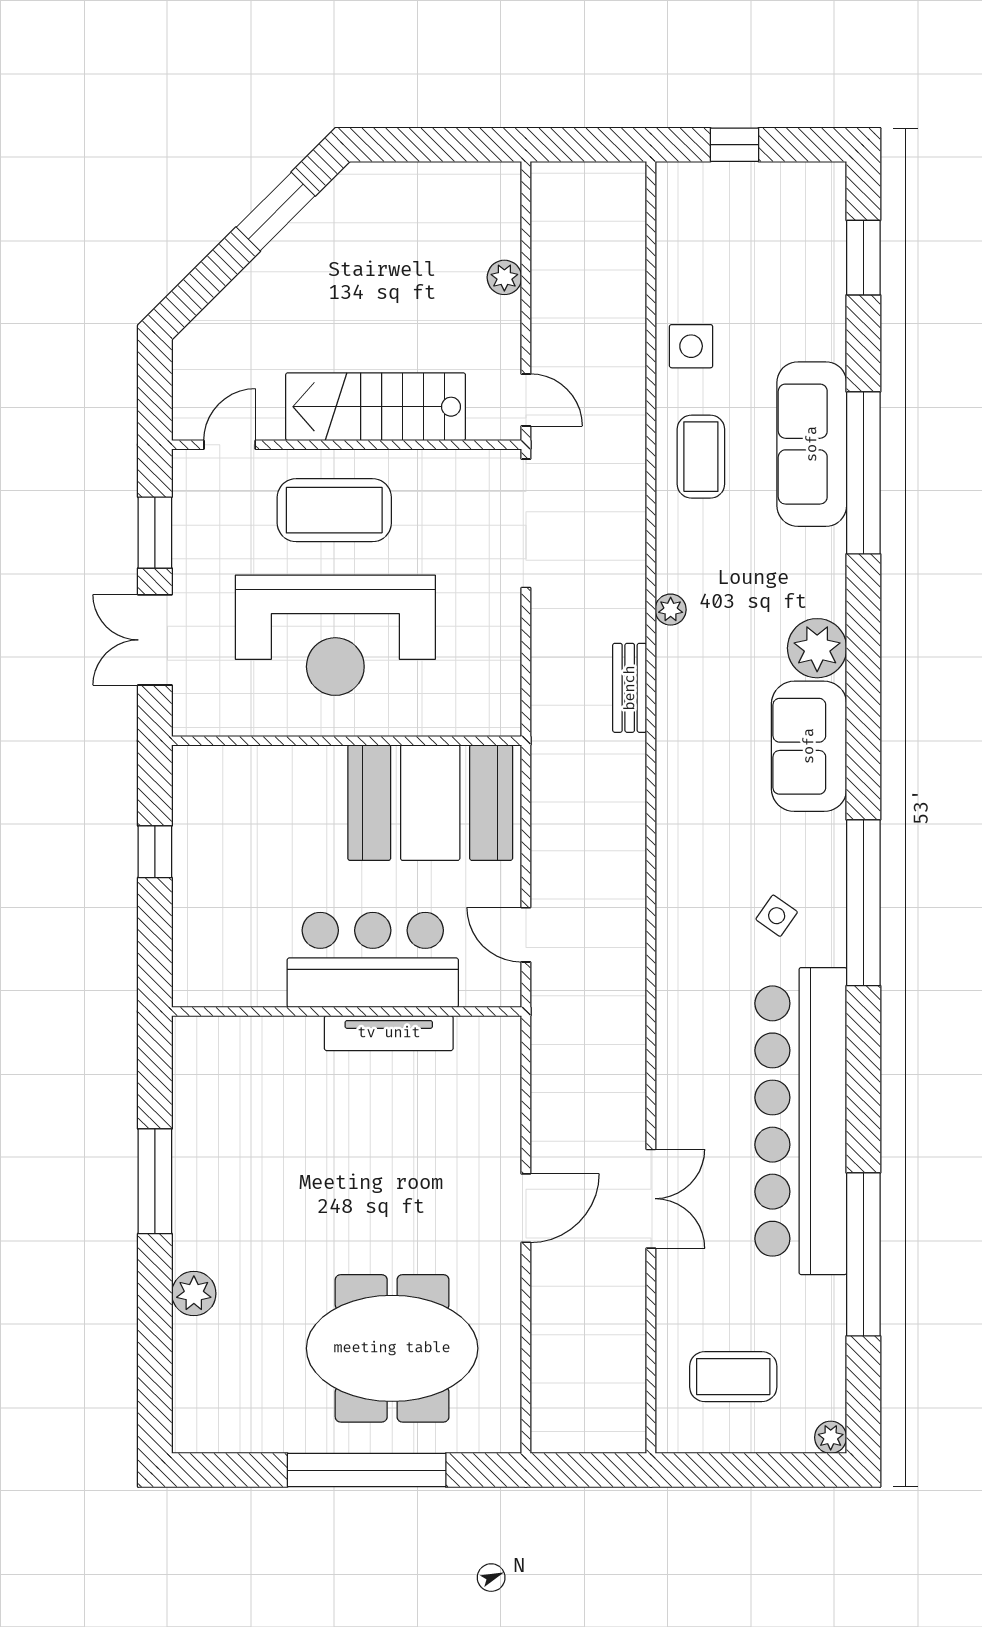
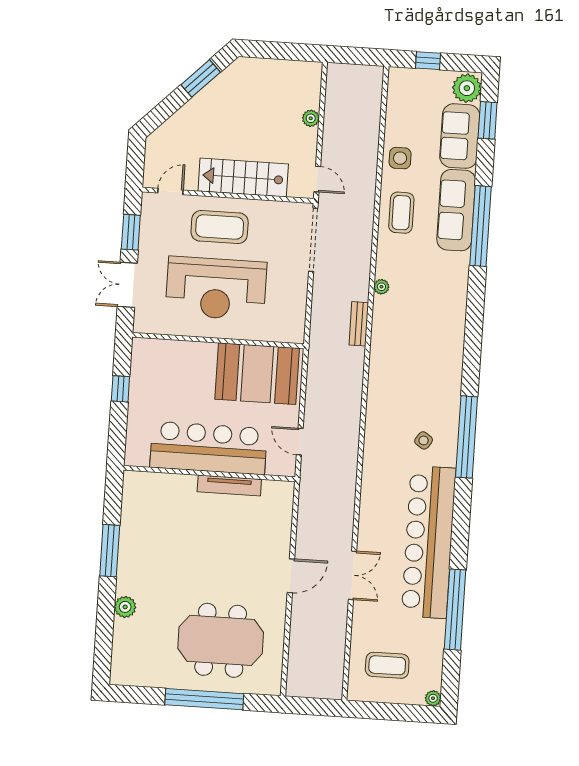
plant: (817, 648) -> (467, 88), moved
sofa: (809, 746) -> (460, 136), moved
bar counter: (373, 960) -> (209, 448), width x1.36

